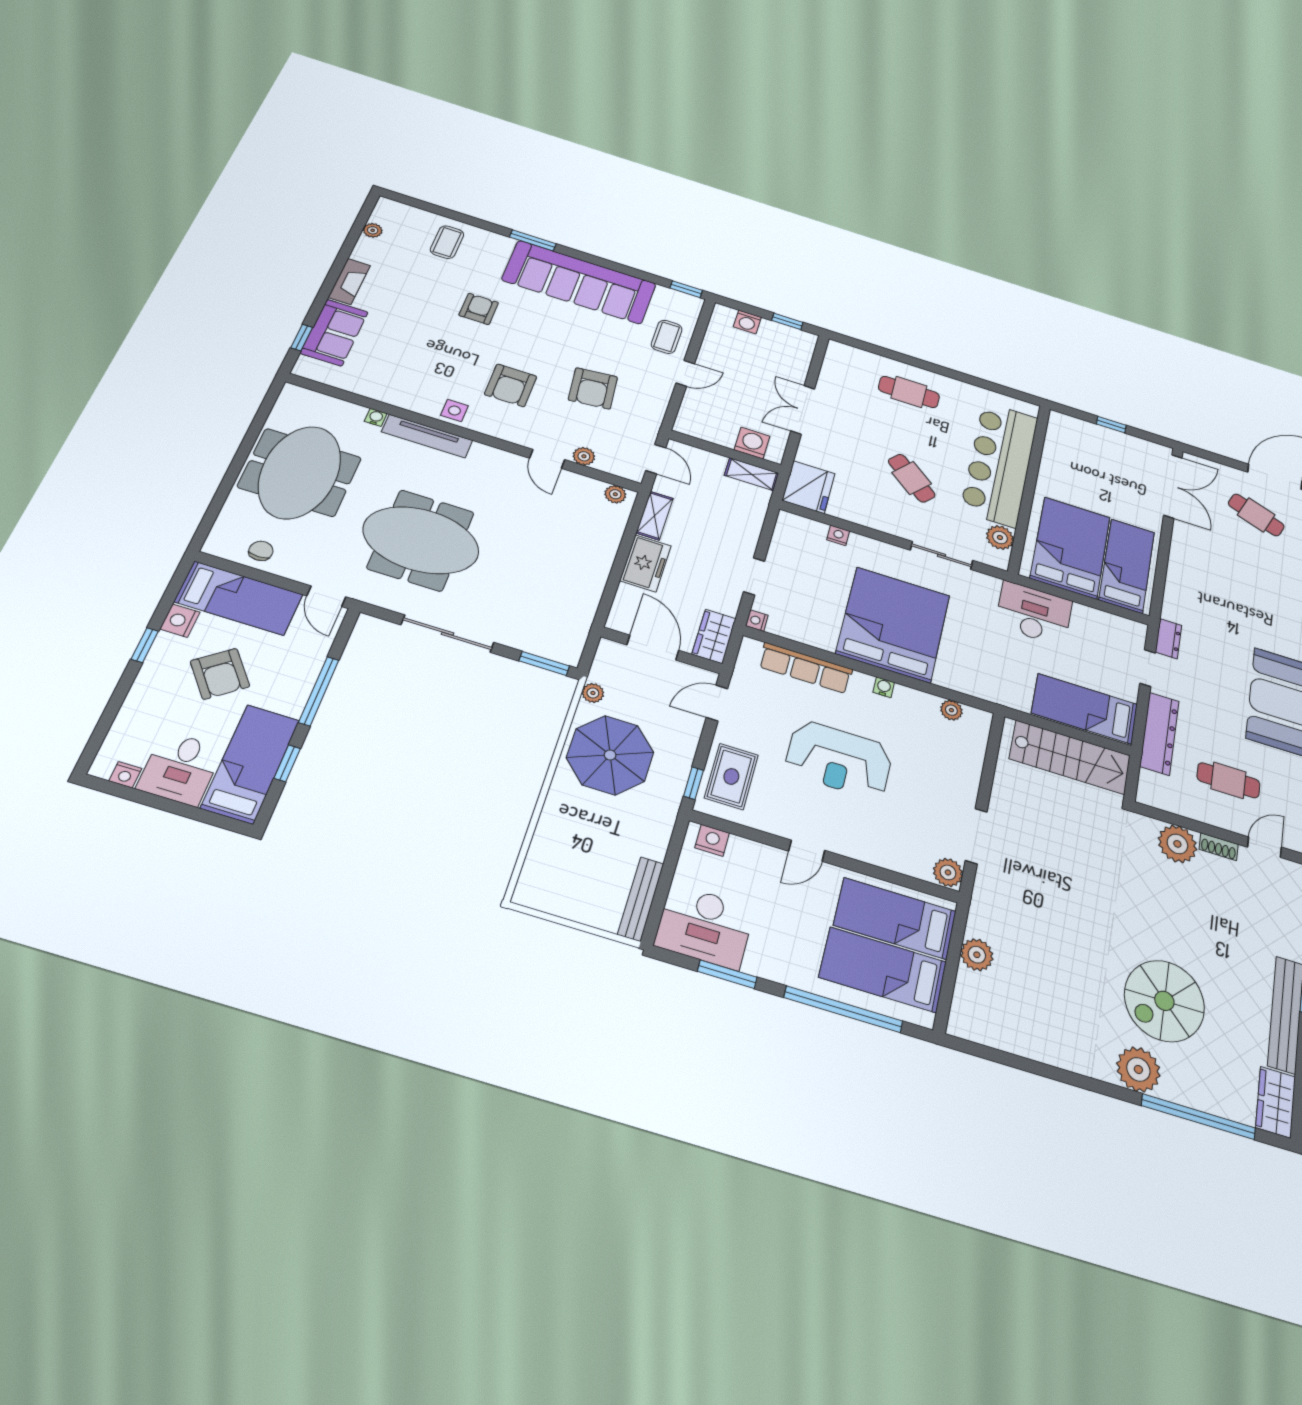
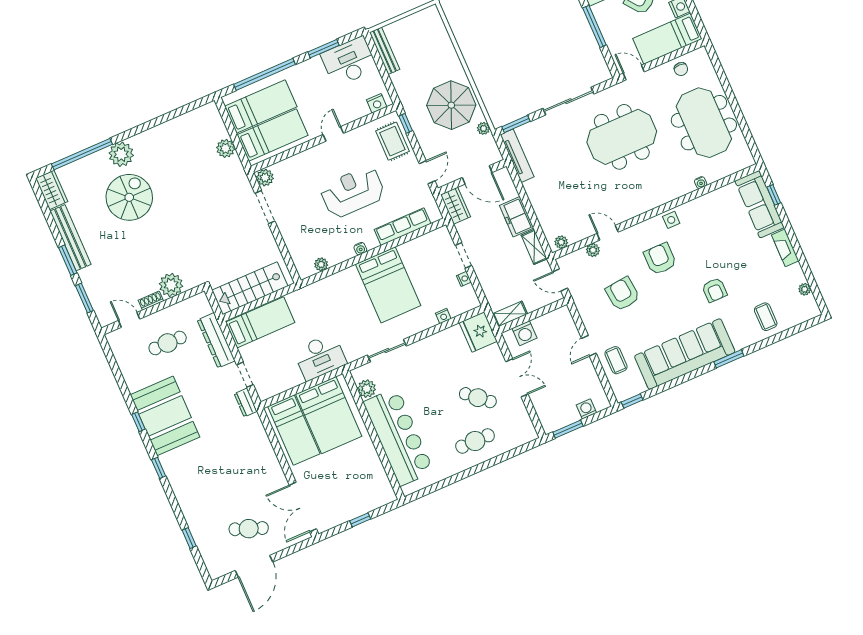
window: (787, 321) -> (568, 429), width x1.50
sofa: (334, 332) -> (760, 204), width x1.36
tv unit: (427, 436) -> (517, 156), moved, turned 90
cafe table: (912, 478) -> (478, 398), moved
nightstand: (757, 621) -> (464, 279), moved
bed: (893, 624) -> (388, 285), width x0.73
door: (1265, 847) -> (129, 320), swing flipped

